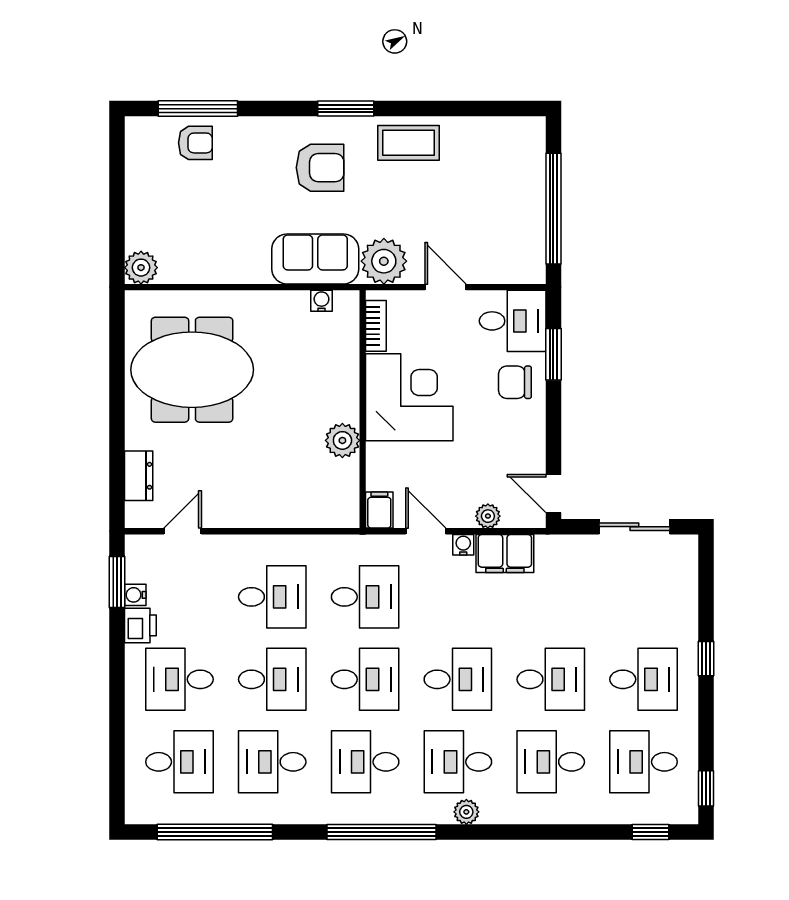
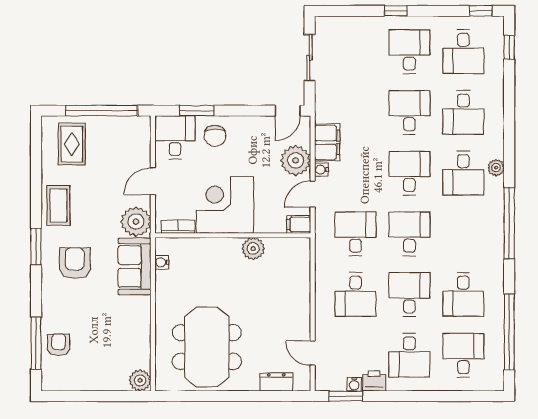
rug: (502, 163) -> (72, 144), added
plant: (488, 516) -> (296, 160), width x1.88, depth x1.88
desk: (272, 597) -> (355, 295), turned 180
desk: (365, 762) -> (463, 234), removed

